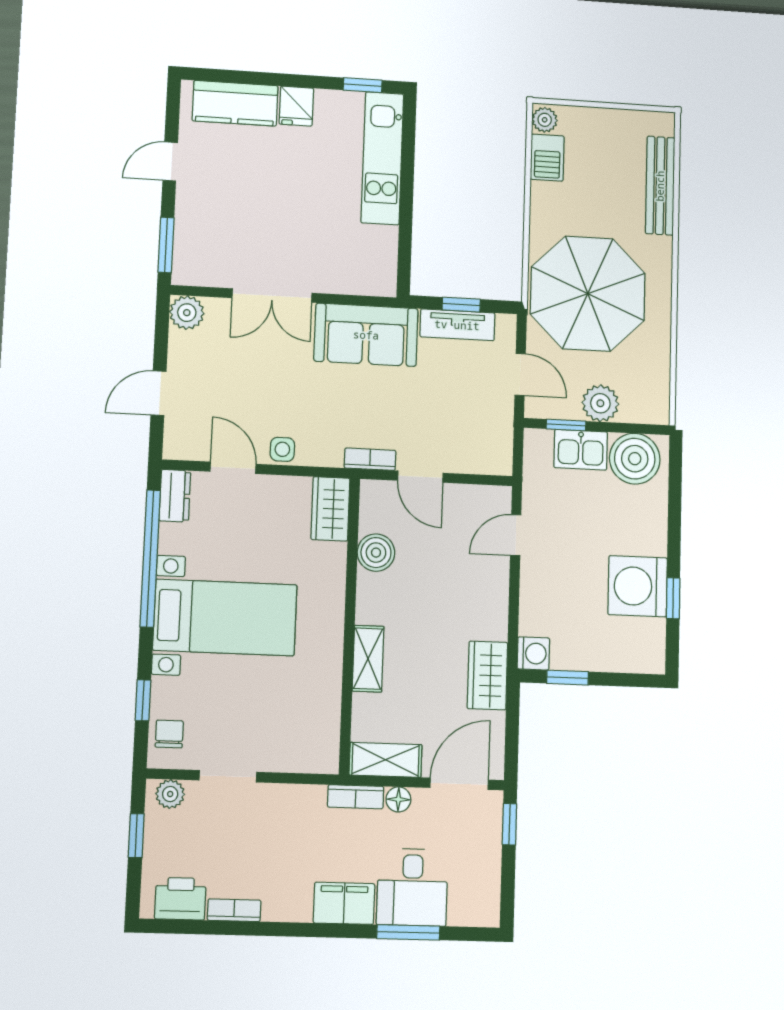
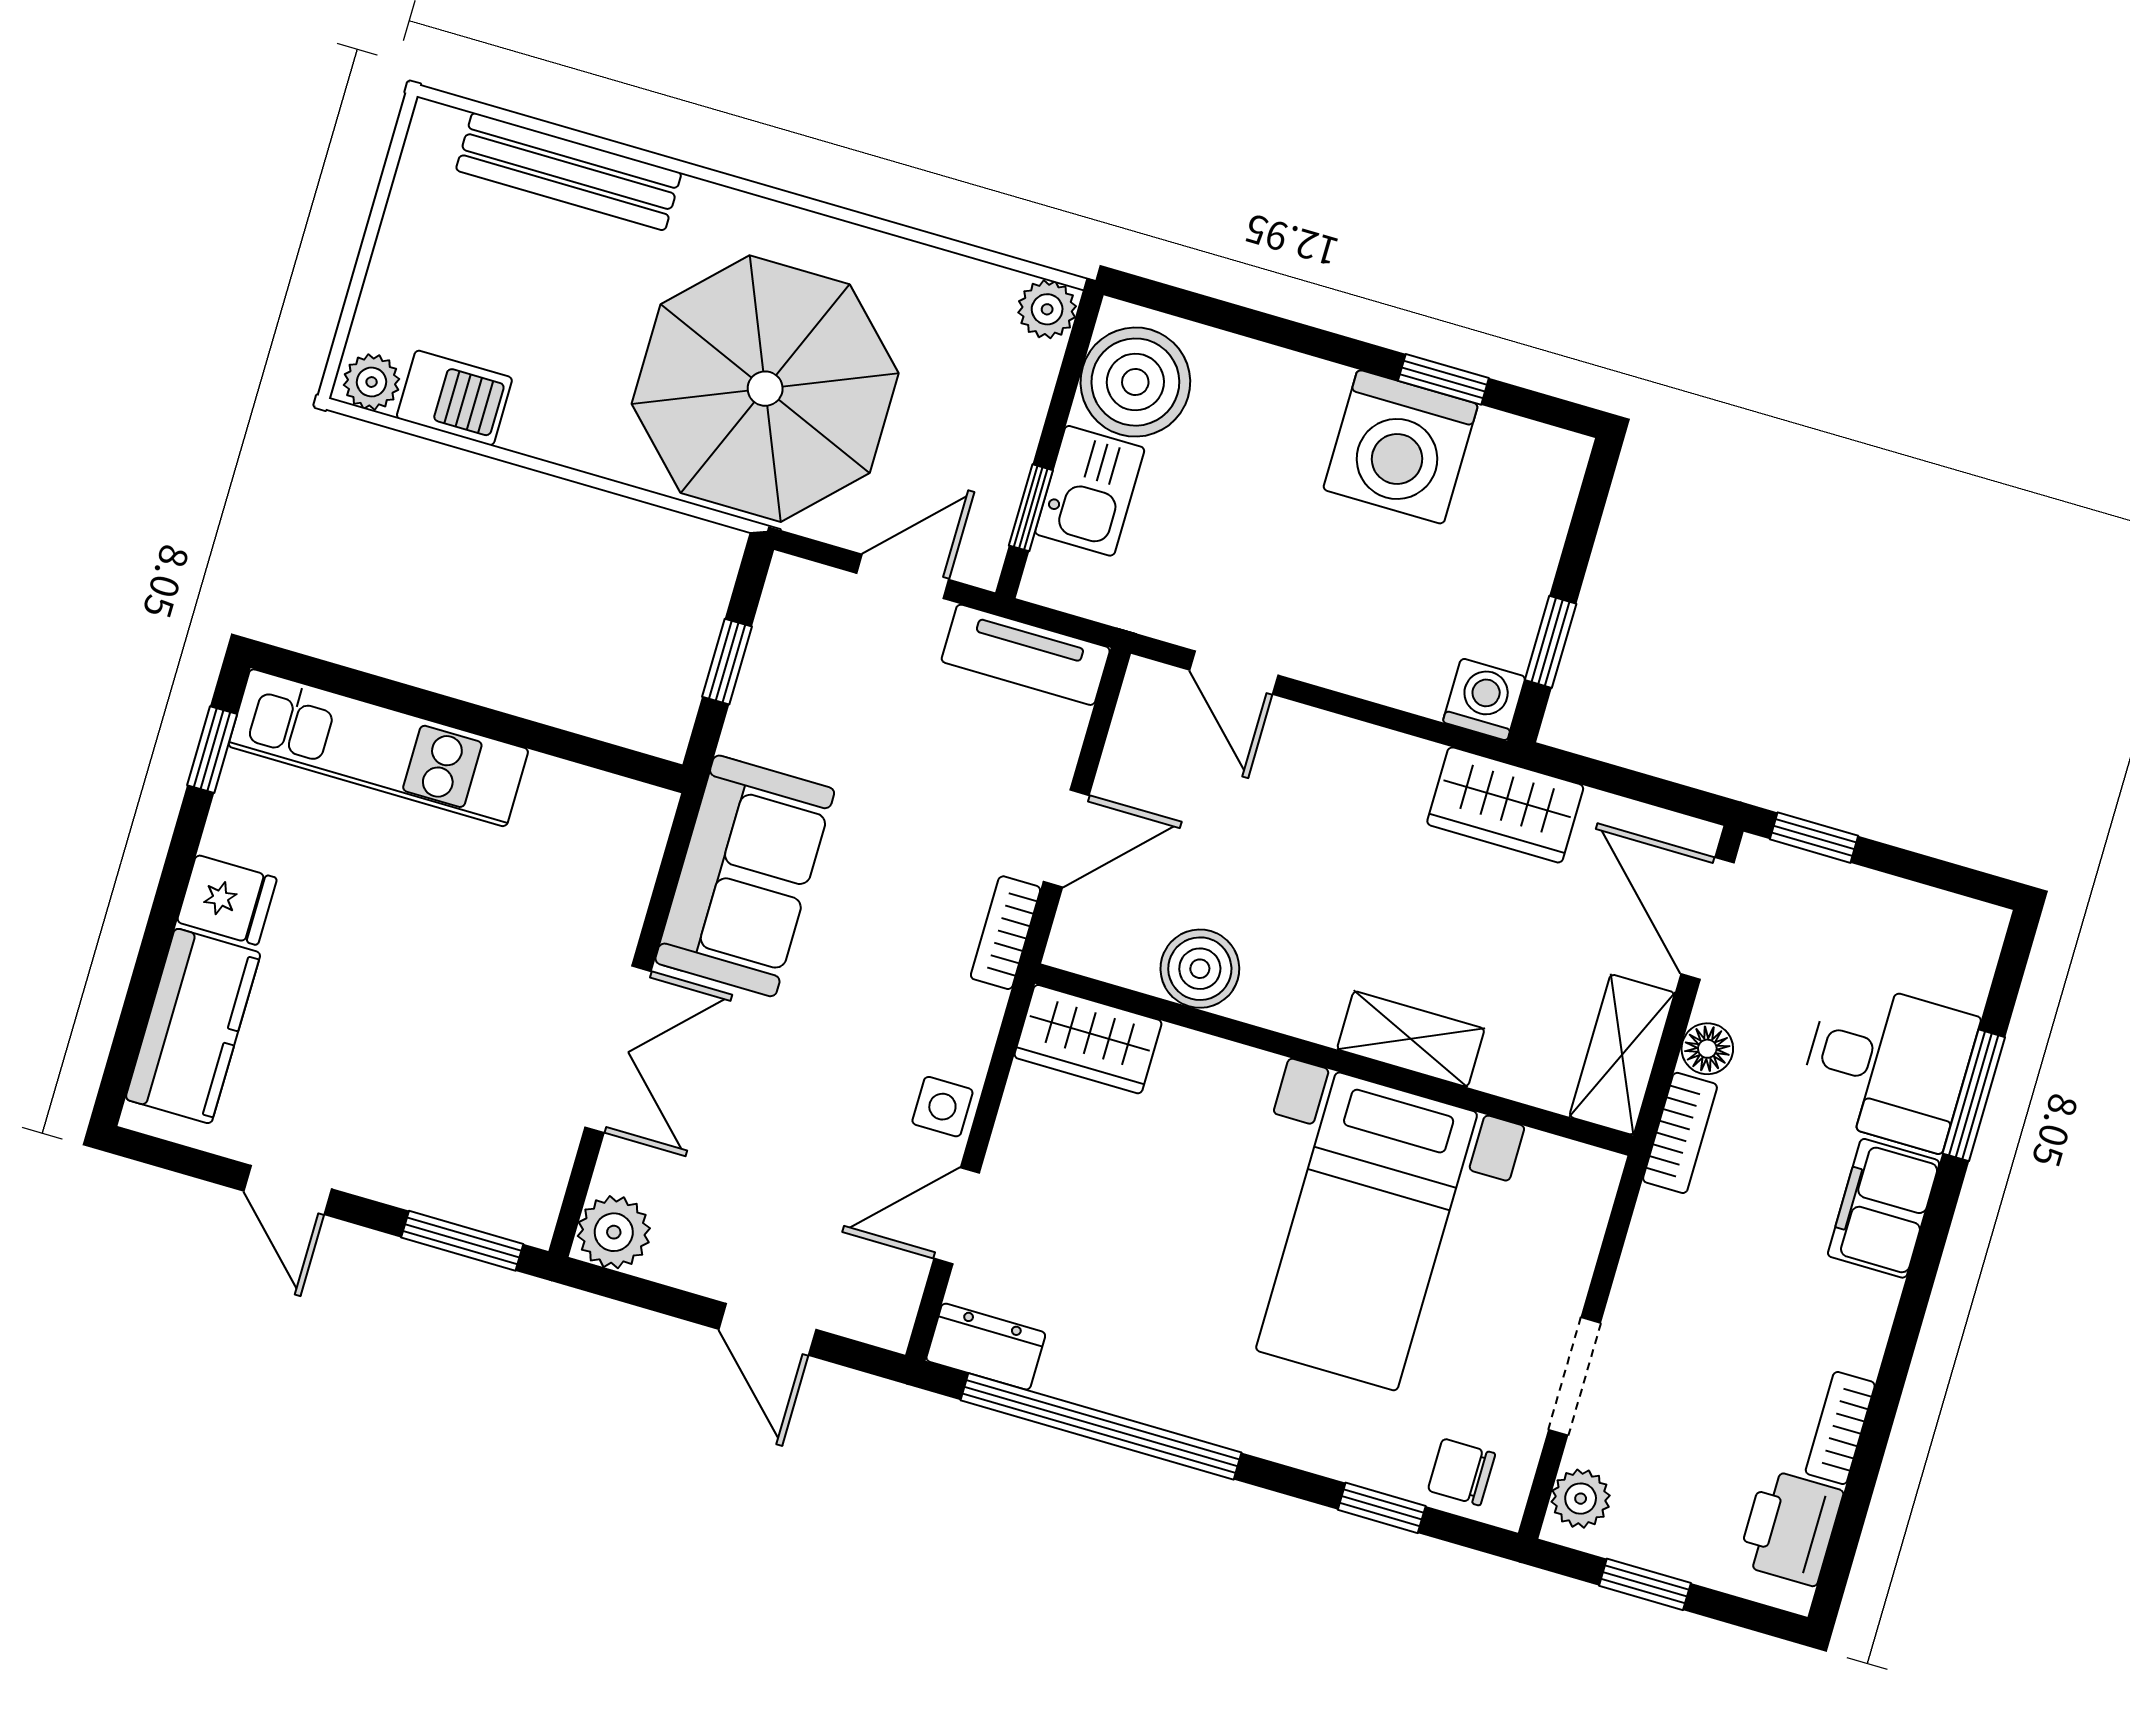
tv unit: (457, 325) -> (1026, 655), moved, turned 90
plant: (600, 403) -> (1047, 309), moved, width x0.73, depth x0.73
bed with nightstands: (225, 617) -> (1367, 1231), moved, turned 180

